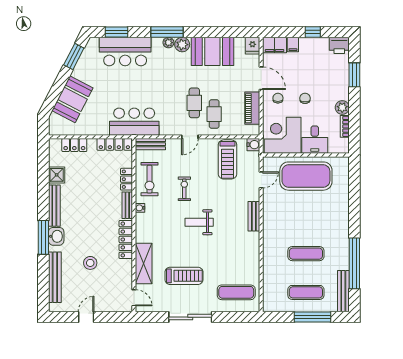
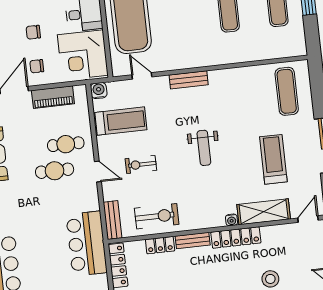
exercise bike: (184, 189) -> (141, 164), moved
water cooler: (140, 208) -> (232, 220), moved

